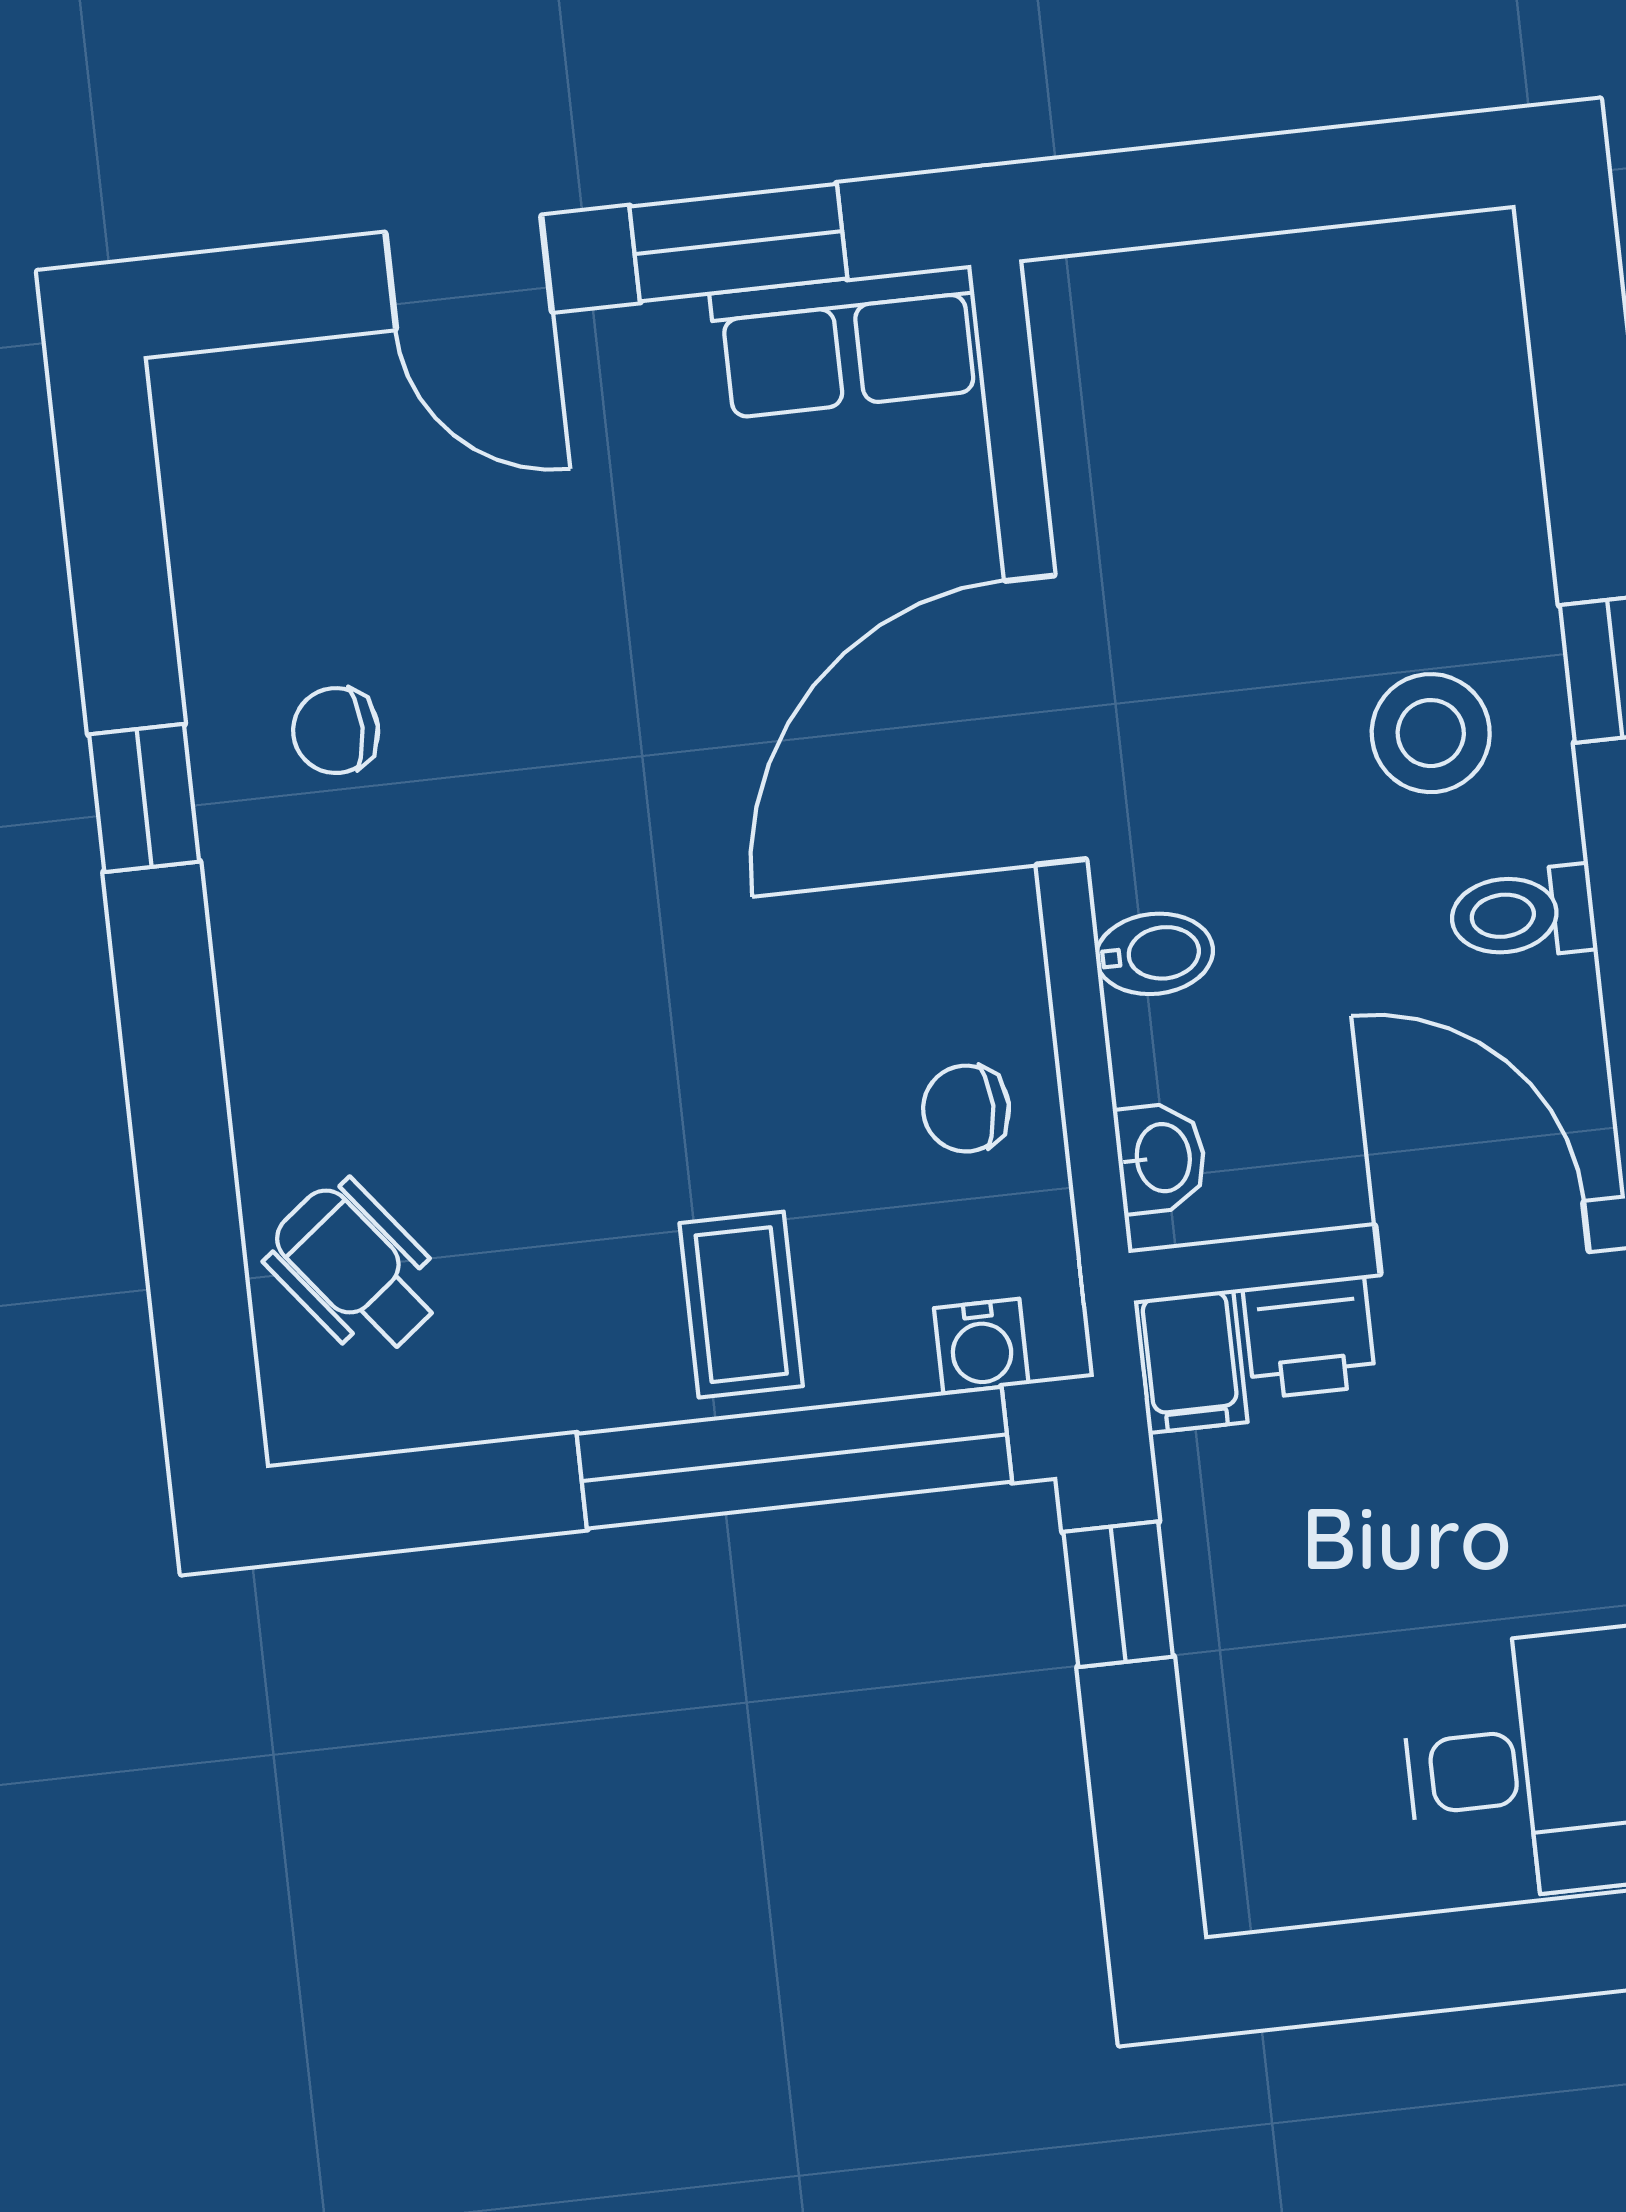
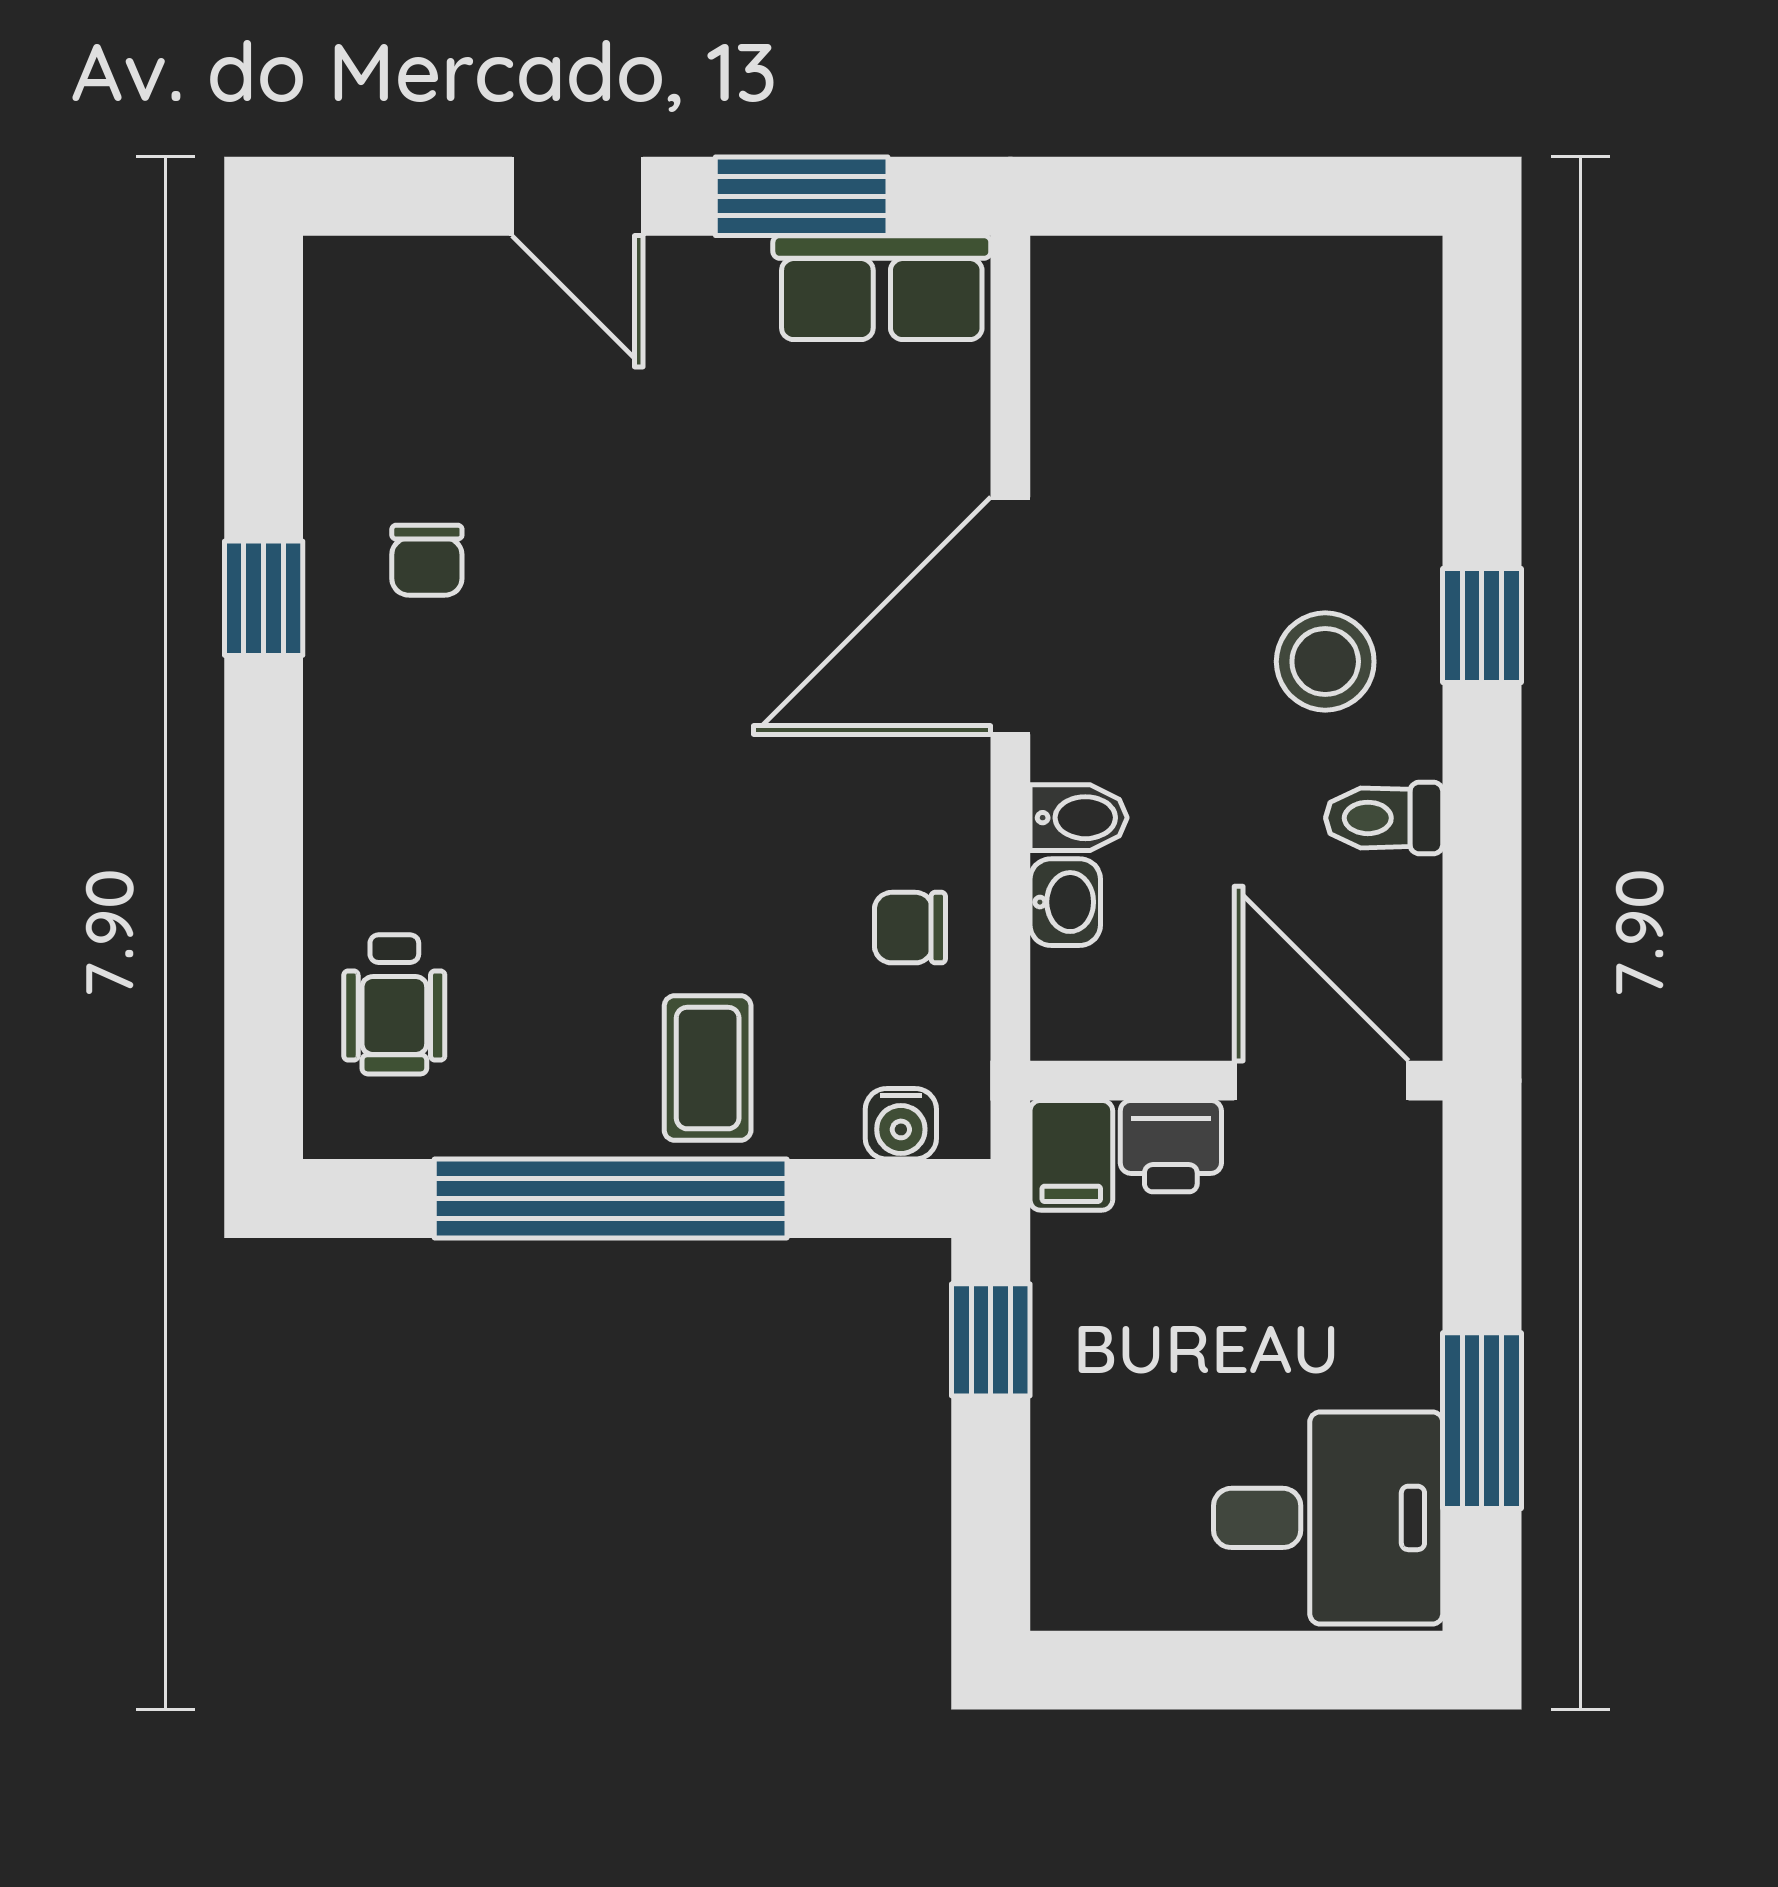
chair: (336, 731) -> (427, 560), turned -90
washbasin: (1161, 1158) -> (1065, 902), moved
wheelchair: (356, 1270) -> (394, 1004), turned -142
window: (794, 1458) -> (611, 1199), moved

